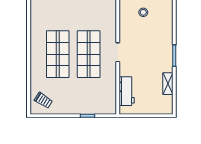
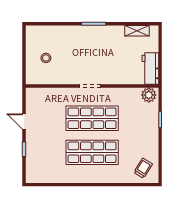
shelving: (168, 84) -> (137, 31), moved
workbench: (127, 91) -> (150, 69), moved, turned -90
plant: (110, 106) -> (149, 95), added

